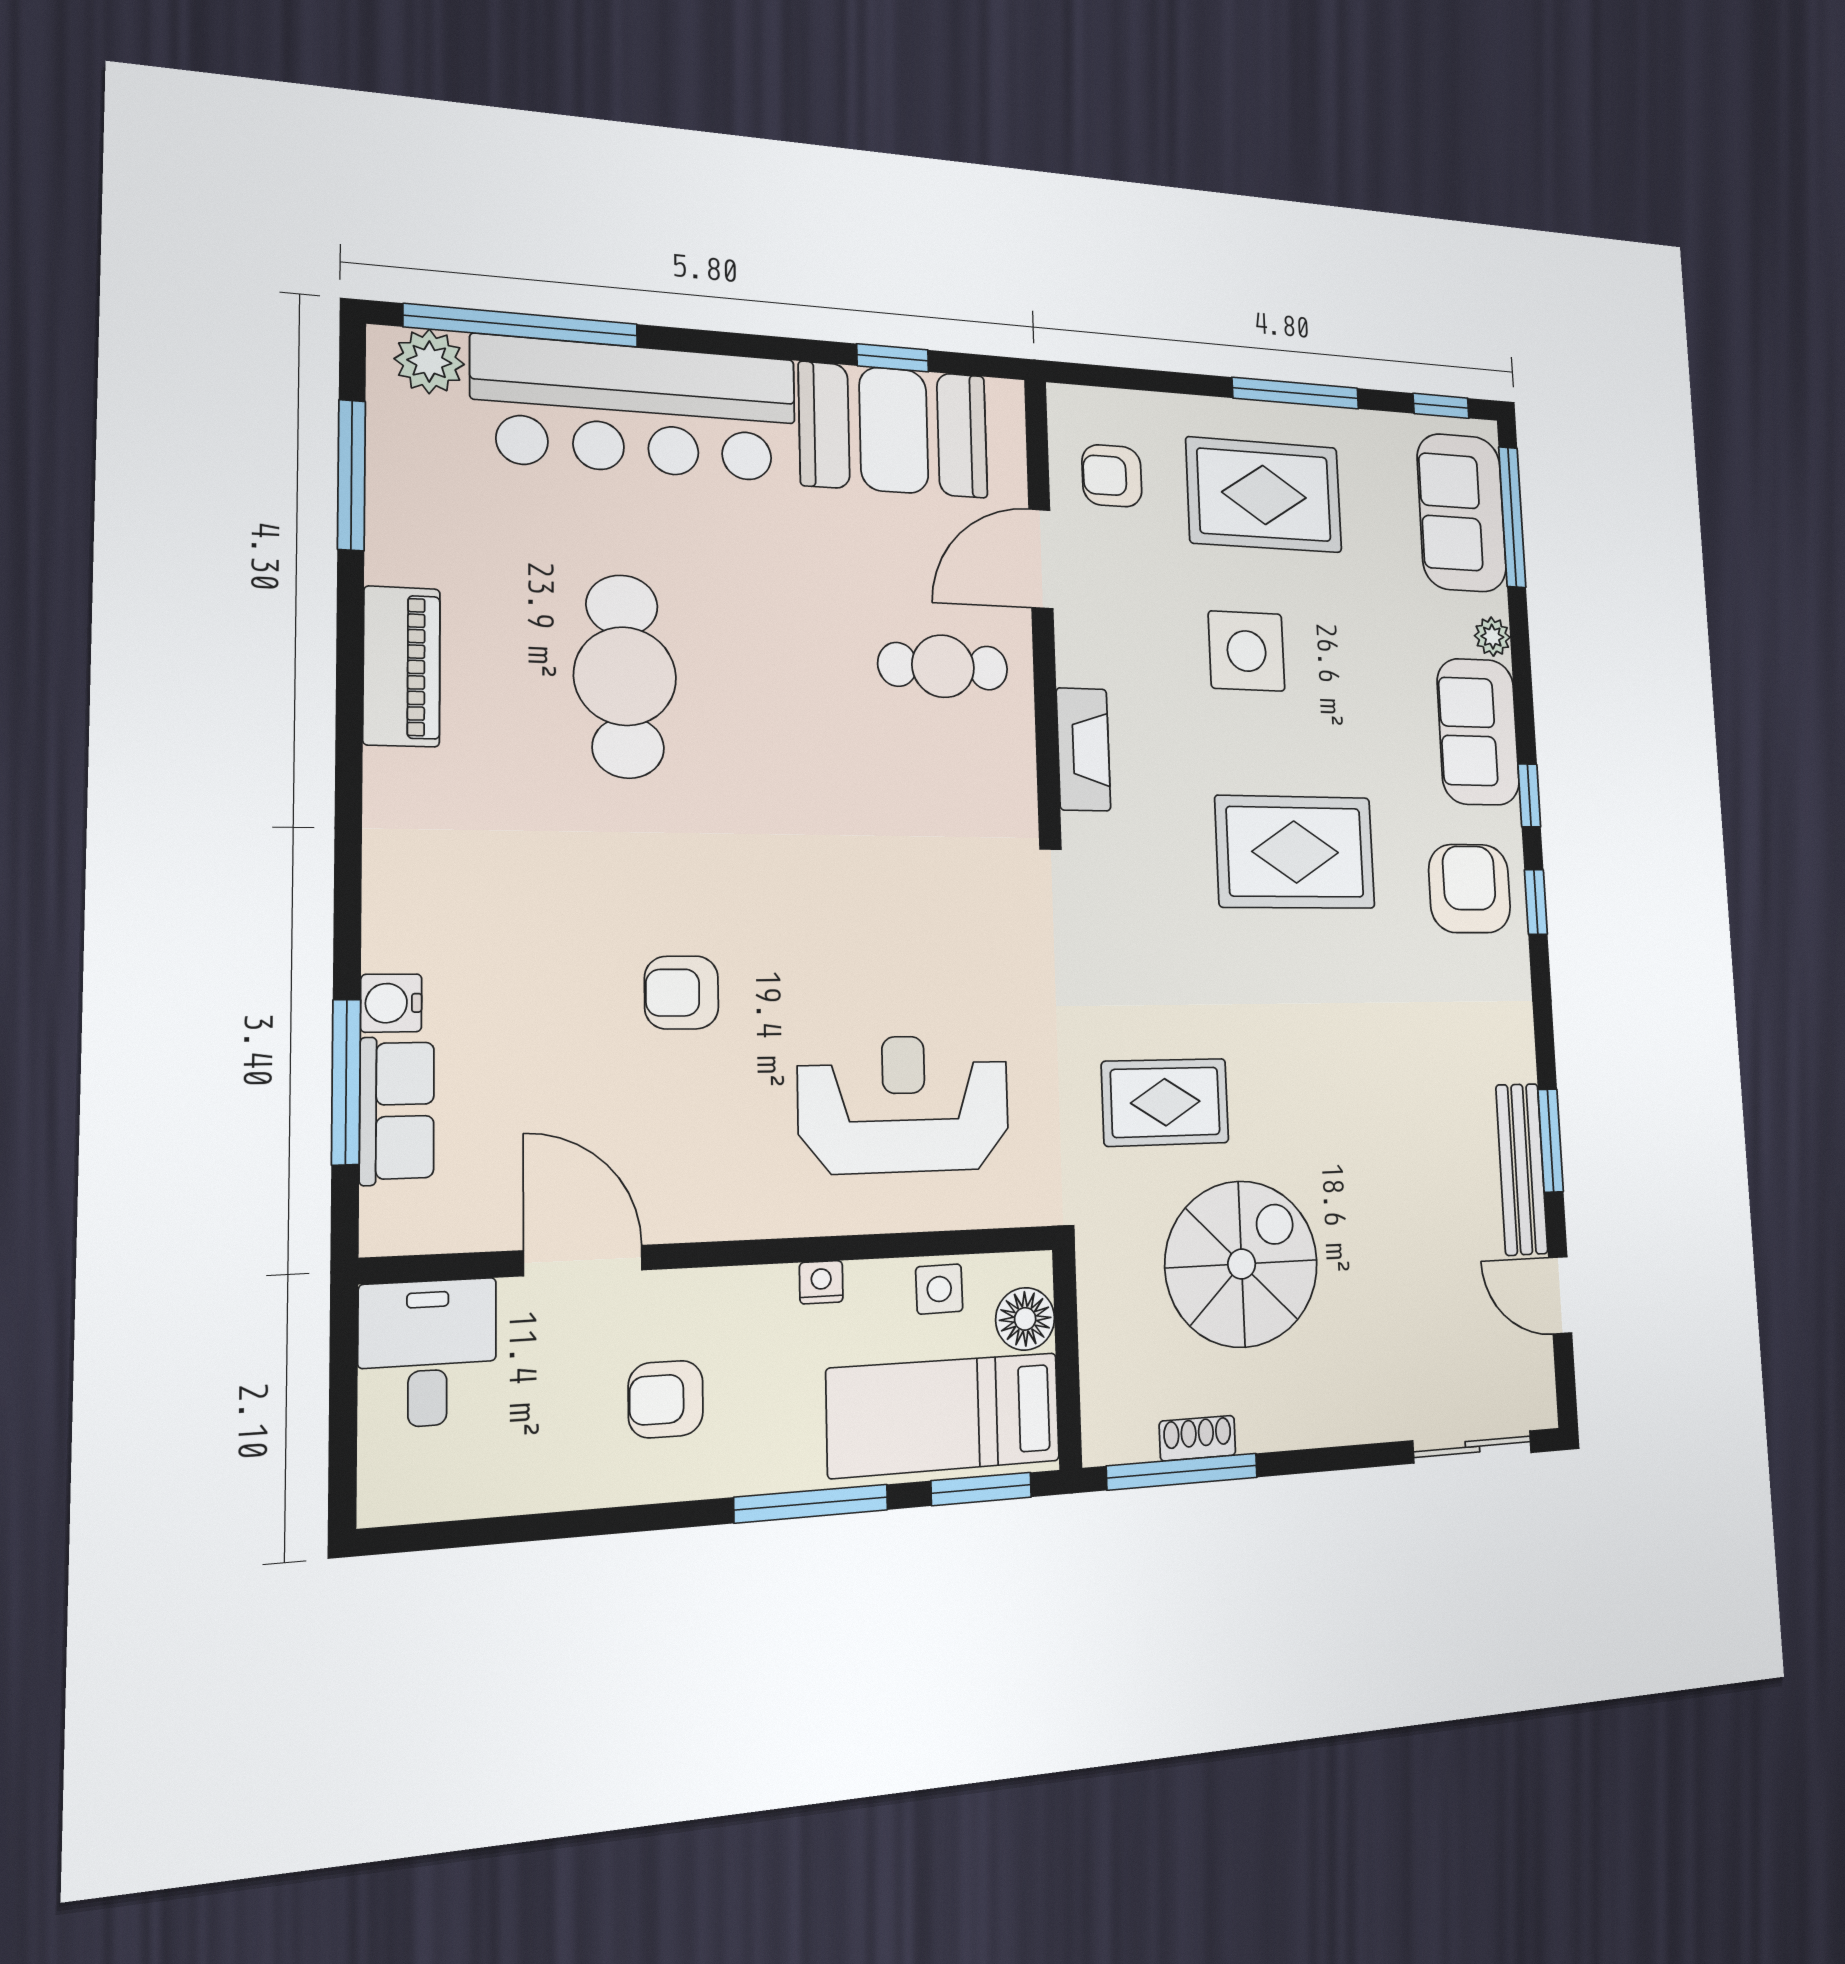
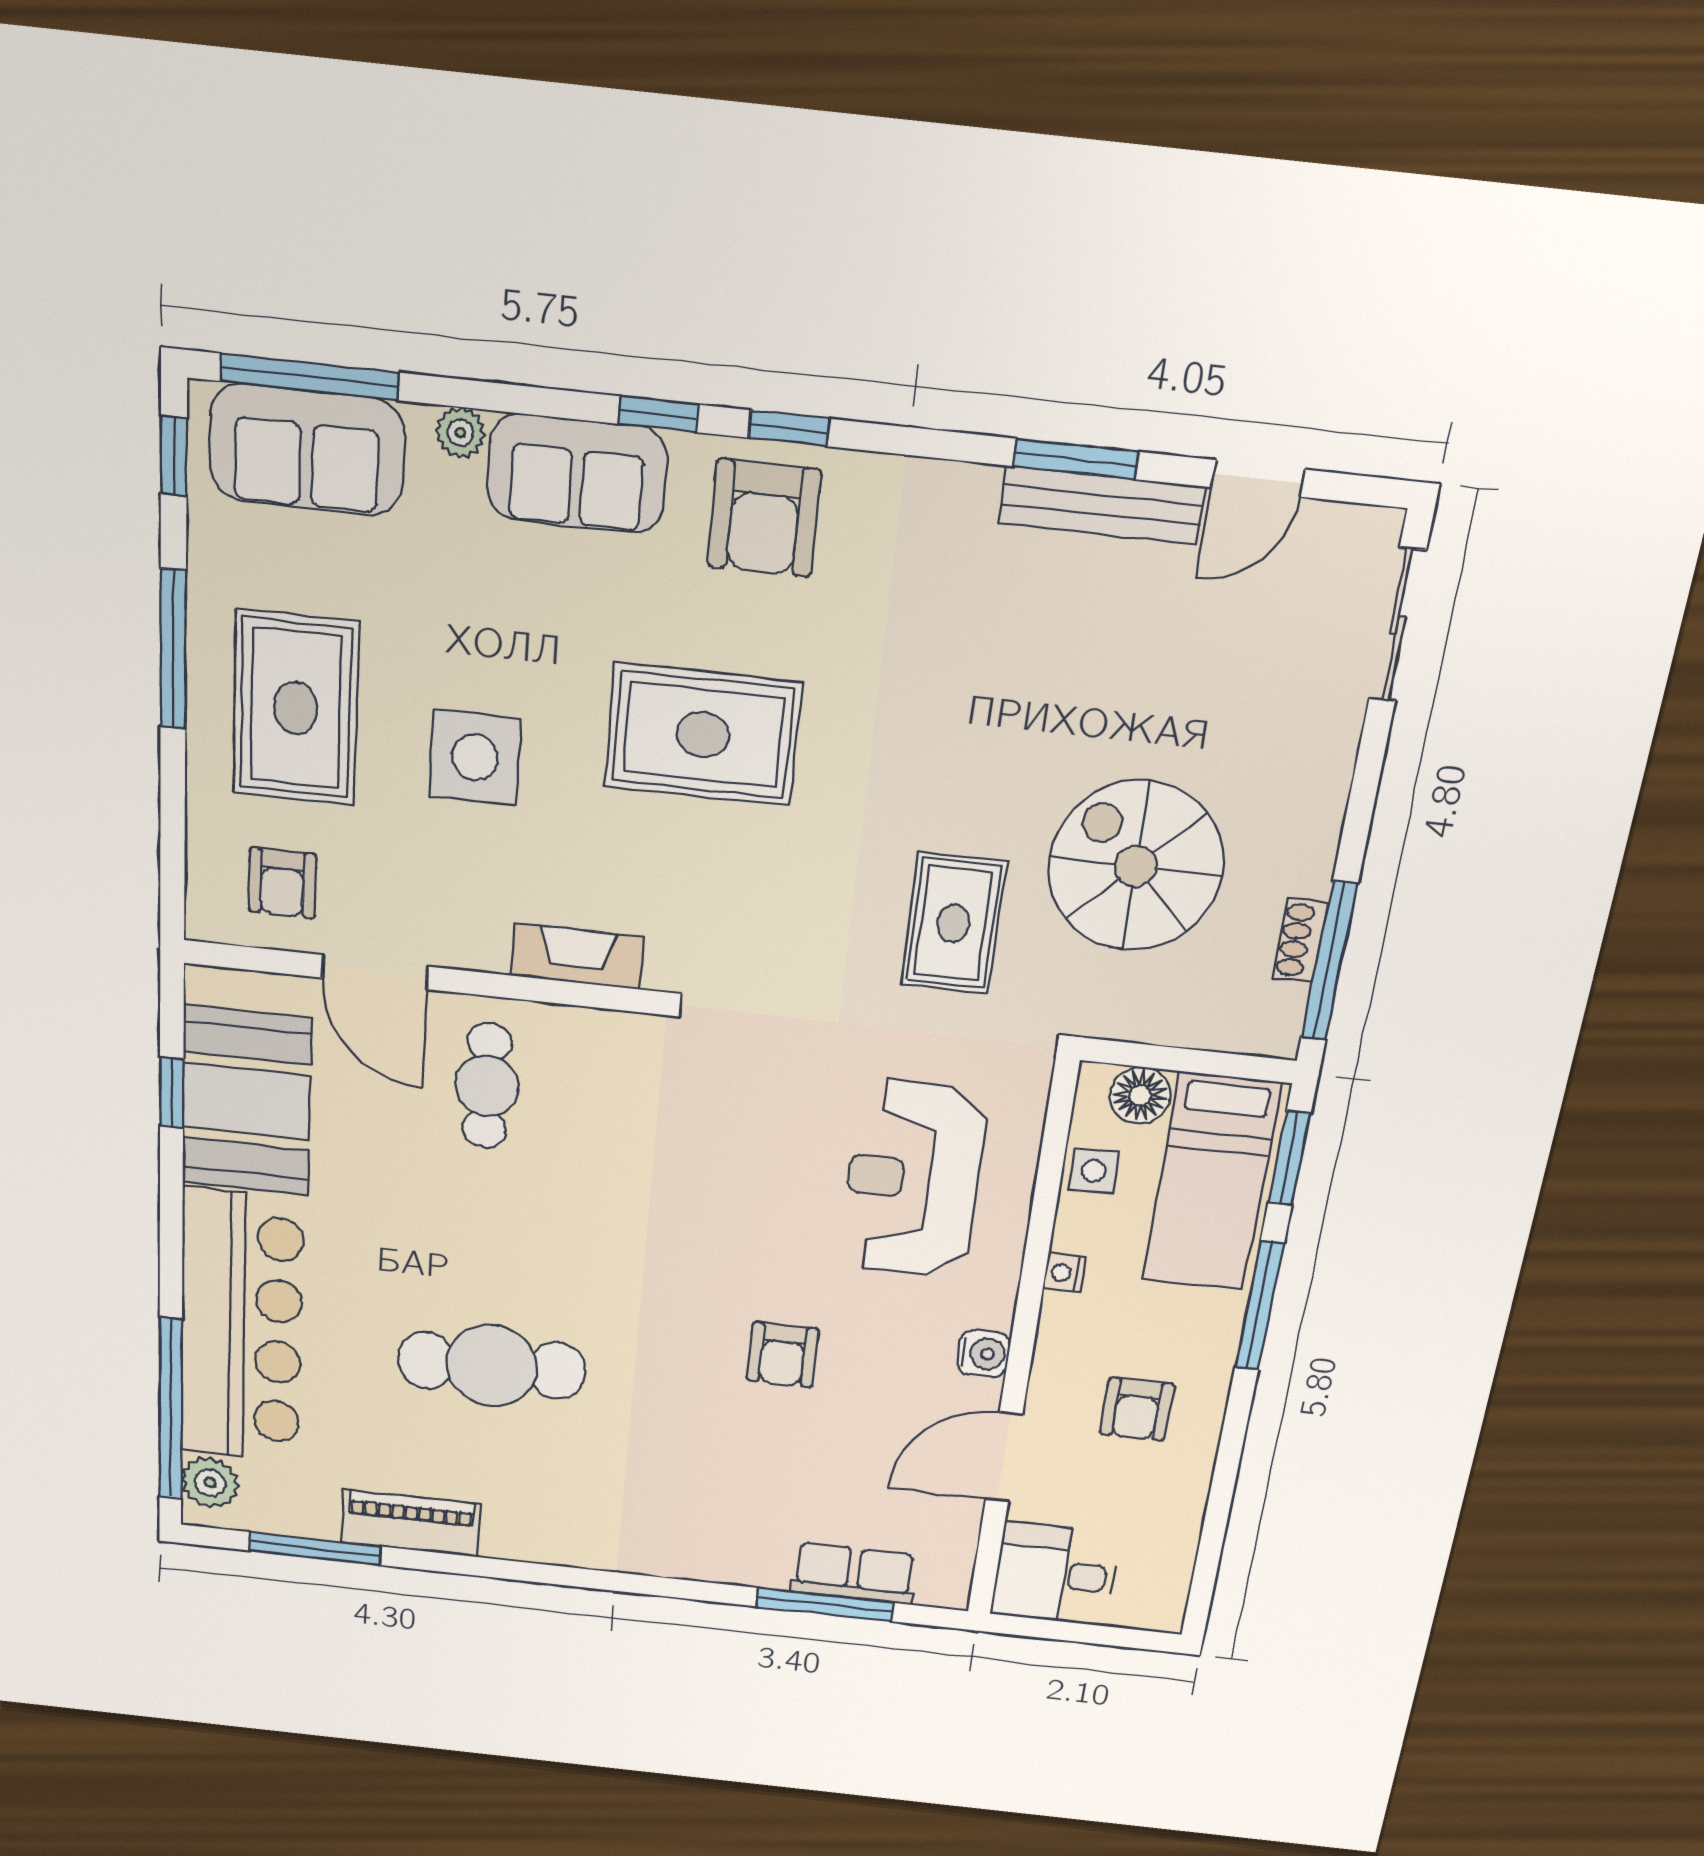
piano: (402, 666) -> (411, 1523), moved
rug: (1295, 852) -> (703, 735), turned 90
armchair: (1470, 889) -> (764, 518), turned -90
water cooler: (391, 1003) -> (984, 1354), moved, turned -90

